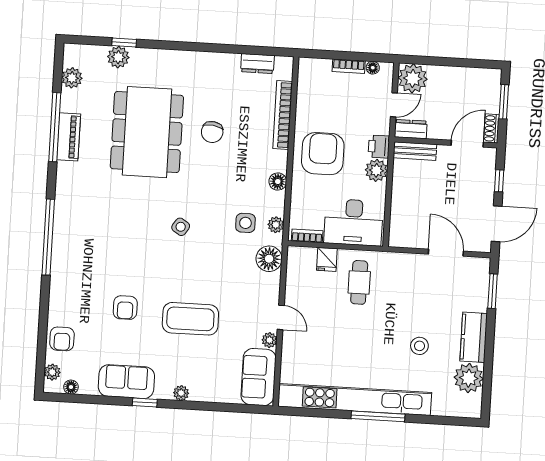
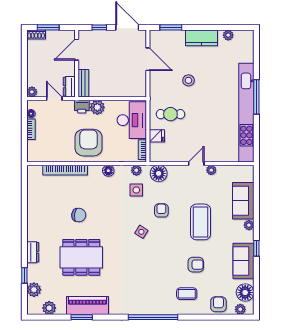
plant: (118, 57) -> (34, 290), moved
dresser: (257, 64) -> (33, 252), moved
plant: (413, 78) -> (32, 92), width x0.53, depth x0.53
window: (55, 127) -> (82, 317), width x0.47
shoe rack: (491, 128) -> (36, 34), moved
dining table: (147, 132) -> (81, 257), width x0.73, depth x0.80
piano: (69, 137) -> (87, 306), width x1.37, depth x1.33
door: (467, 144) -> (77, 50), hinge flipped
armchair: (323, 154) -> (89, 143), turned 90
door: (446, 253) -> (148, 59), swing flipped
armchair: (212, 260) -> (161, 210), added
coffee table: (81, 291) -> (187, 294), added
armchair: (62, 339) -> (218, 304), turned -90
stool: (419, 346) -> (188, 80), moved
sofa: (259, 377) -> (243, 201), moved, turned 90
plant: (469, 378) -> (228, 35), width x0.53, depth x0.53
floor lamp: (71, 387) -> (245, 293), width x1.89, depth x1.89

